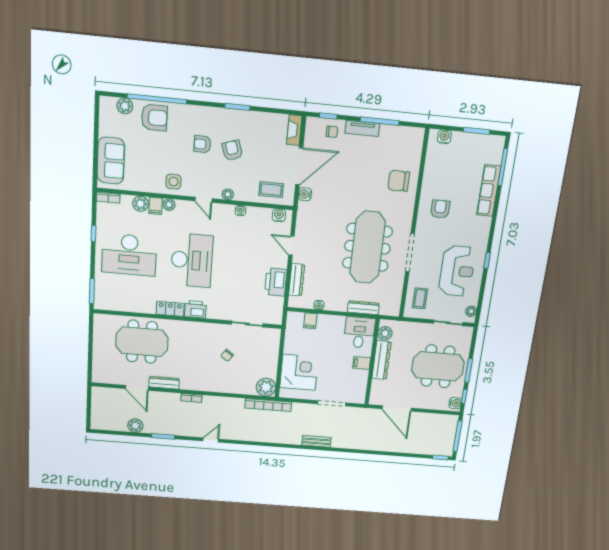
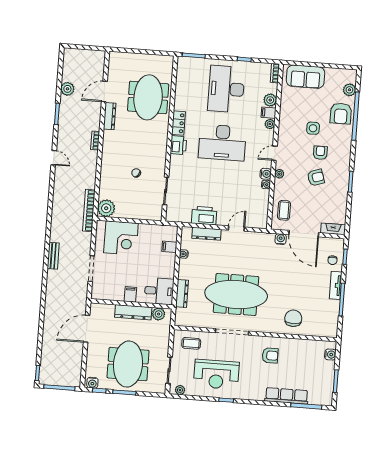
side table: (173, 182) -> (313, 128), moved
water cooler: (279, 215) -> (266, 174), moved

